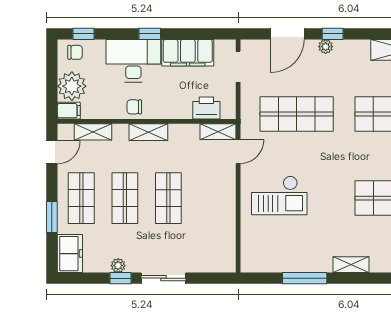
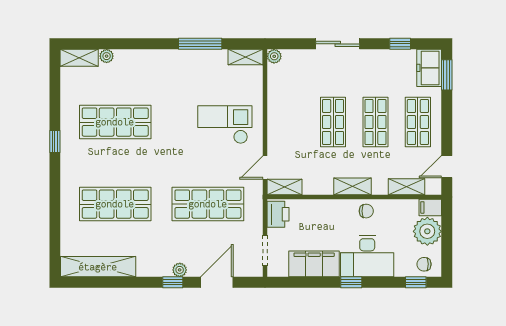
printer: (206, 108) -> (278, 214), moved, turned -90
window: (52, 217) -> (447, 75), moved
shelving: (351, 265) -> (245, 57), moved
plant: (118, 266) -> (274, 56), moved
window: (121, 278) -> (400, 44), moved

